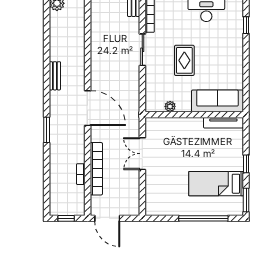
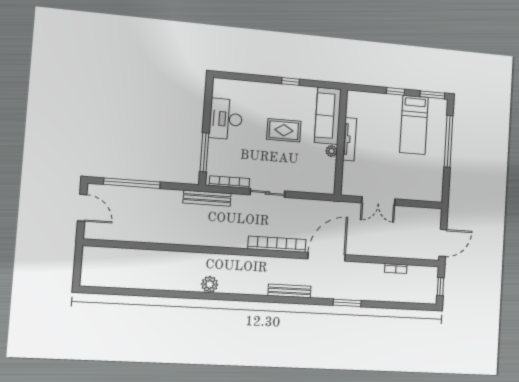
window: (246, 25) -> (291, 81), moved
rug: (184, 60) -> (284, 130), moved
bench: (55, 76) -> (289, 291), width x1.36
plant: (170, 106) -> (332, 151), moved
tv unit: (223, 123) -> (350, 139), moved
bookcase: (96, 169) -> (277, 244), moved

